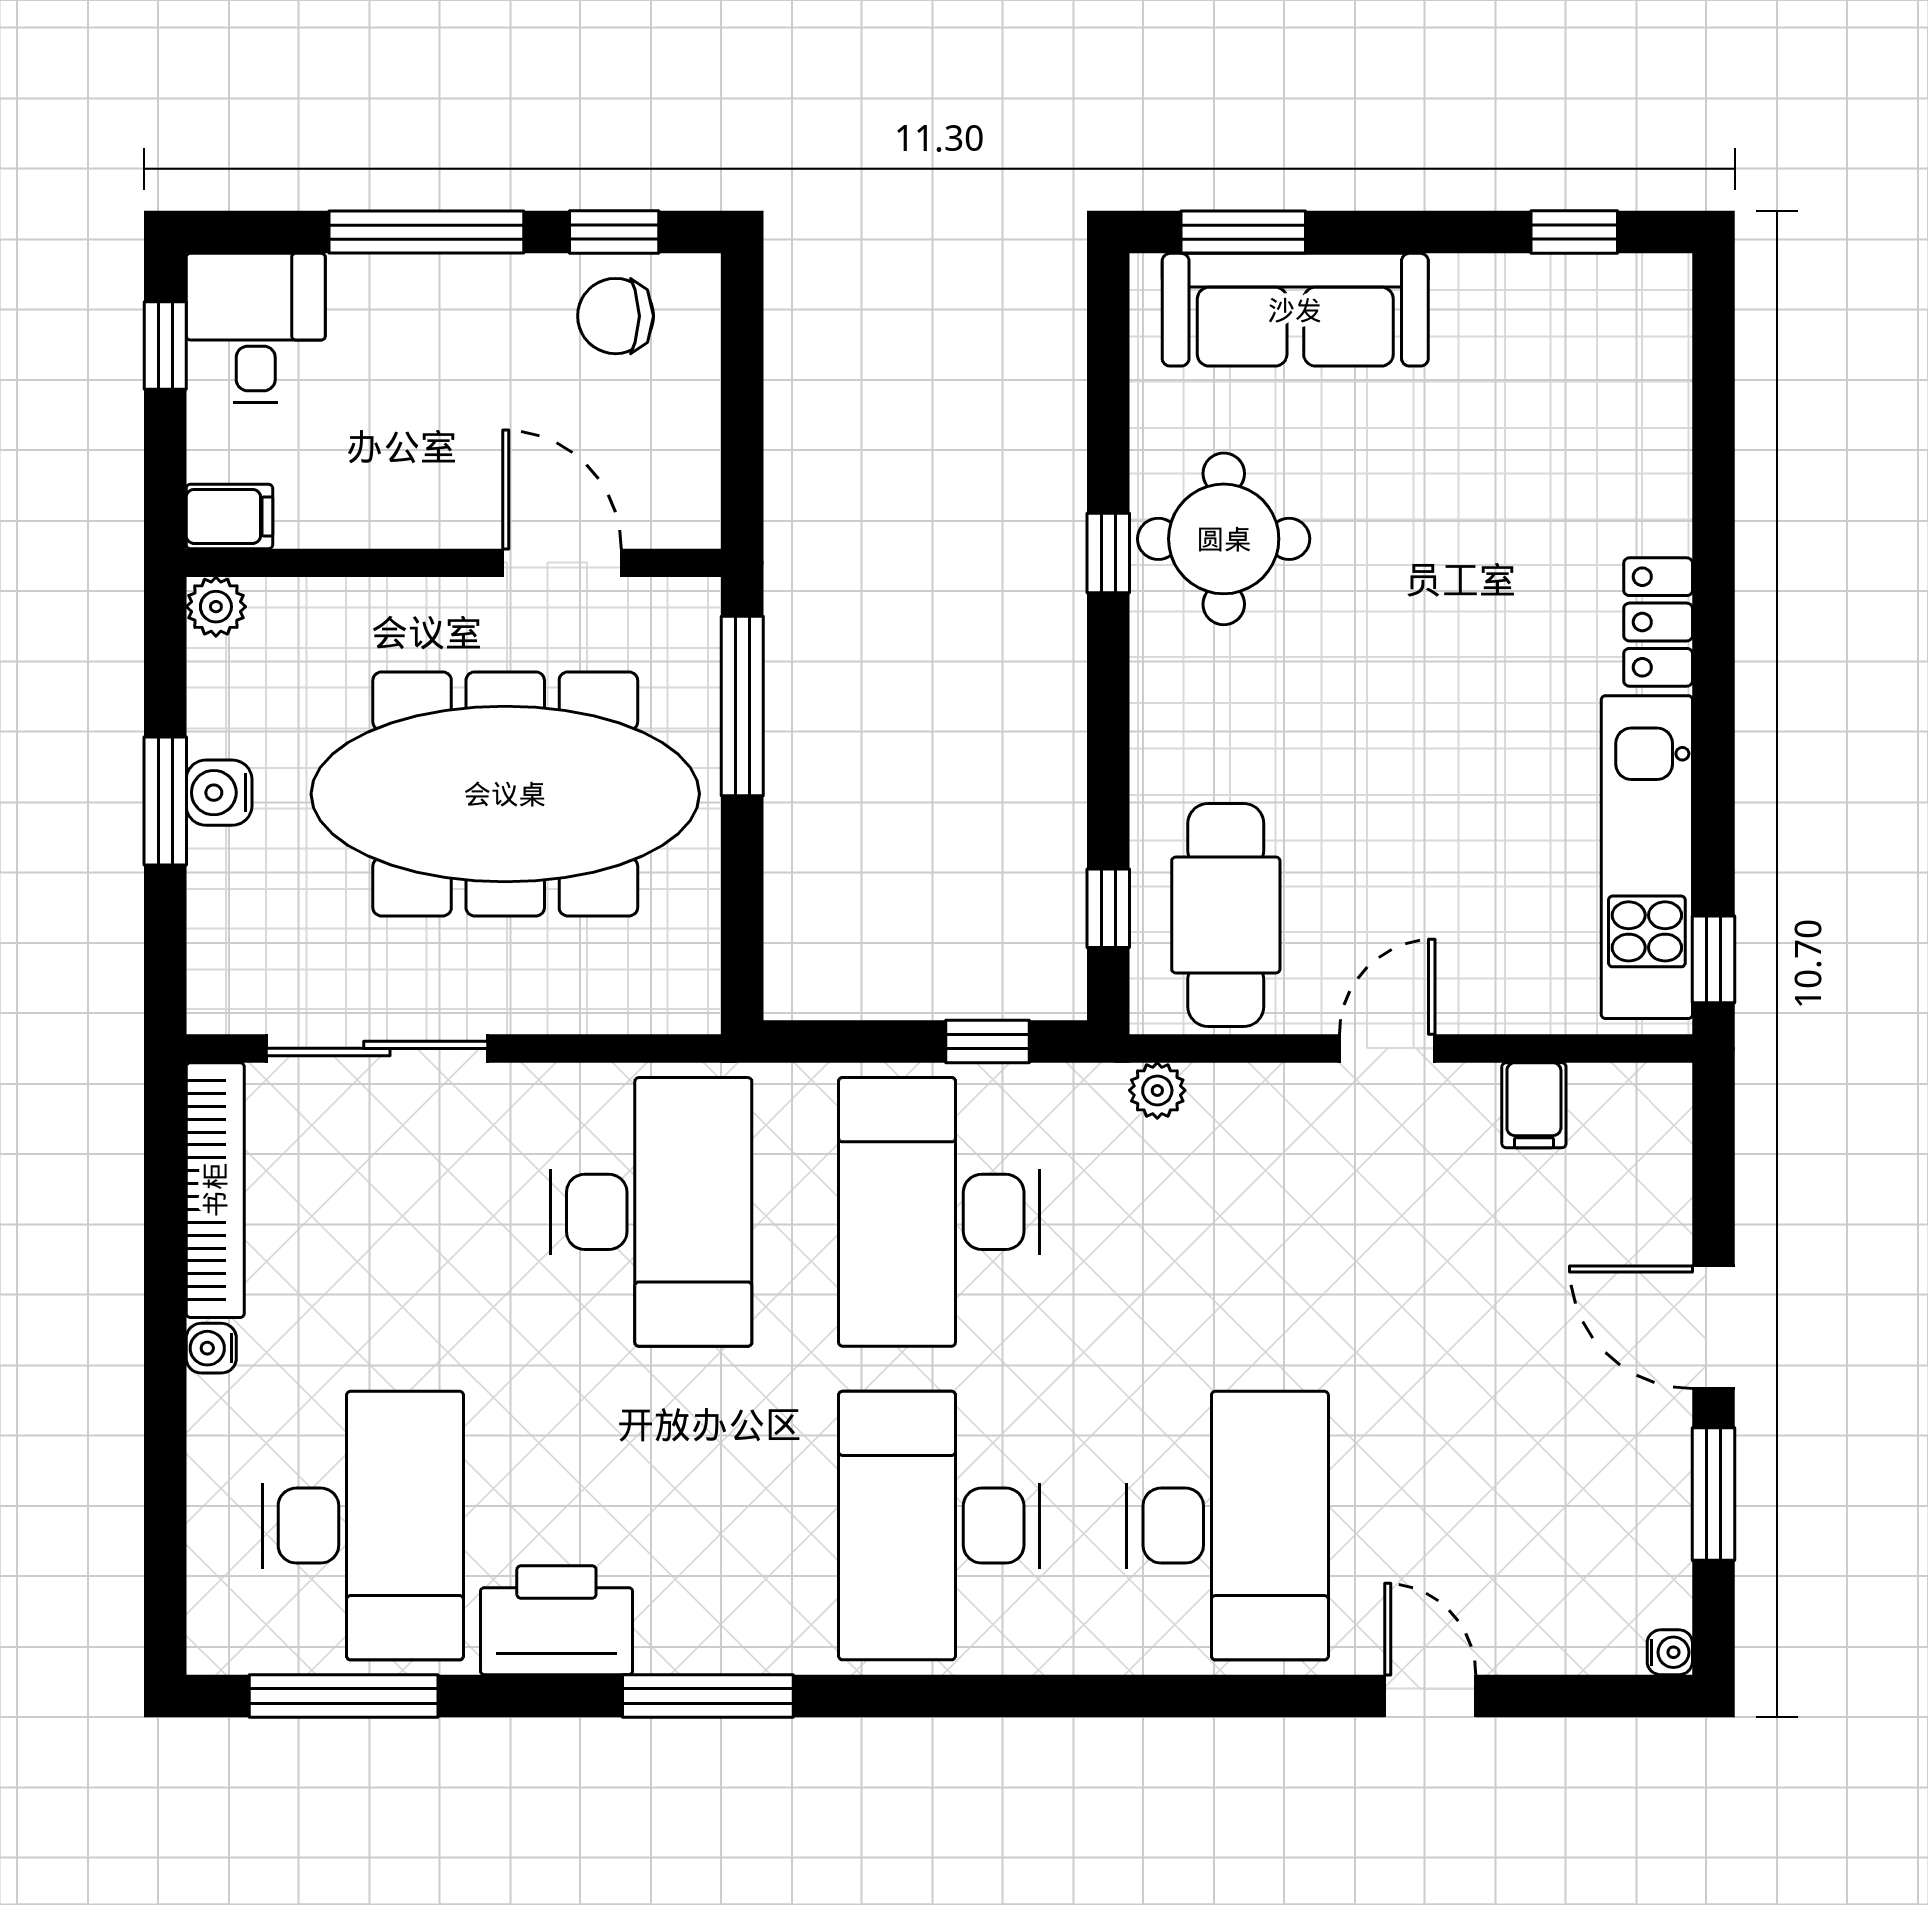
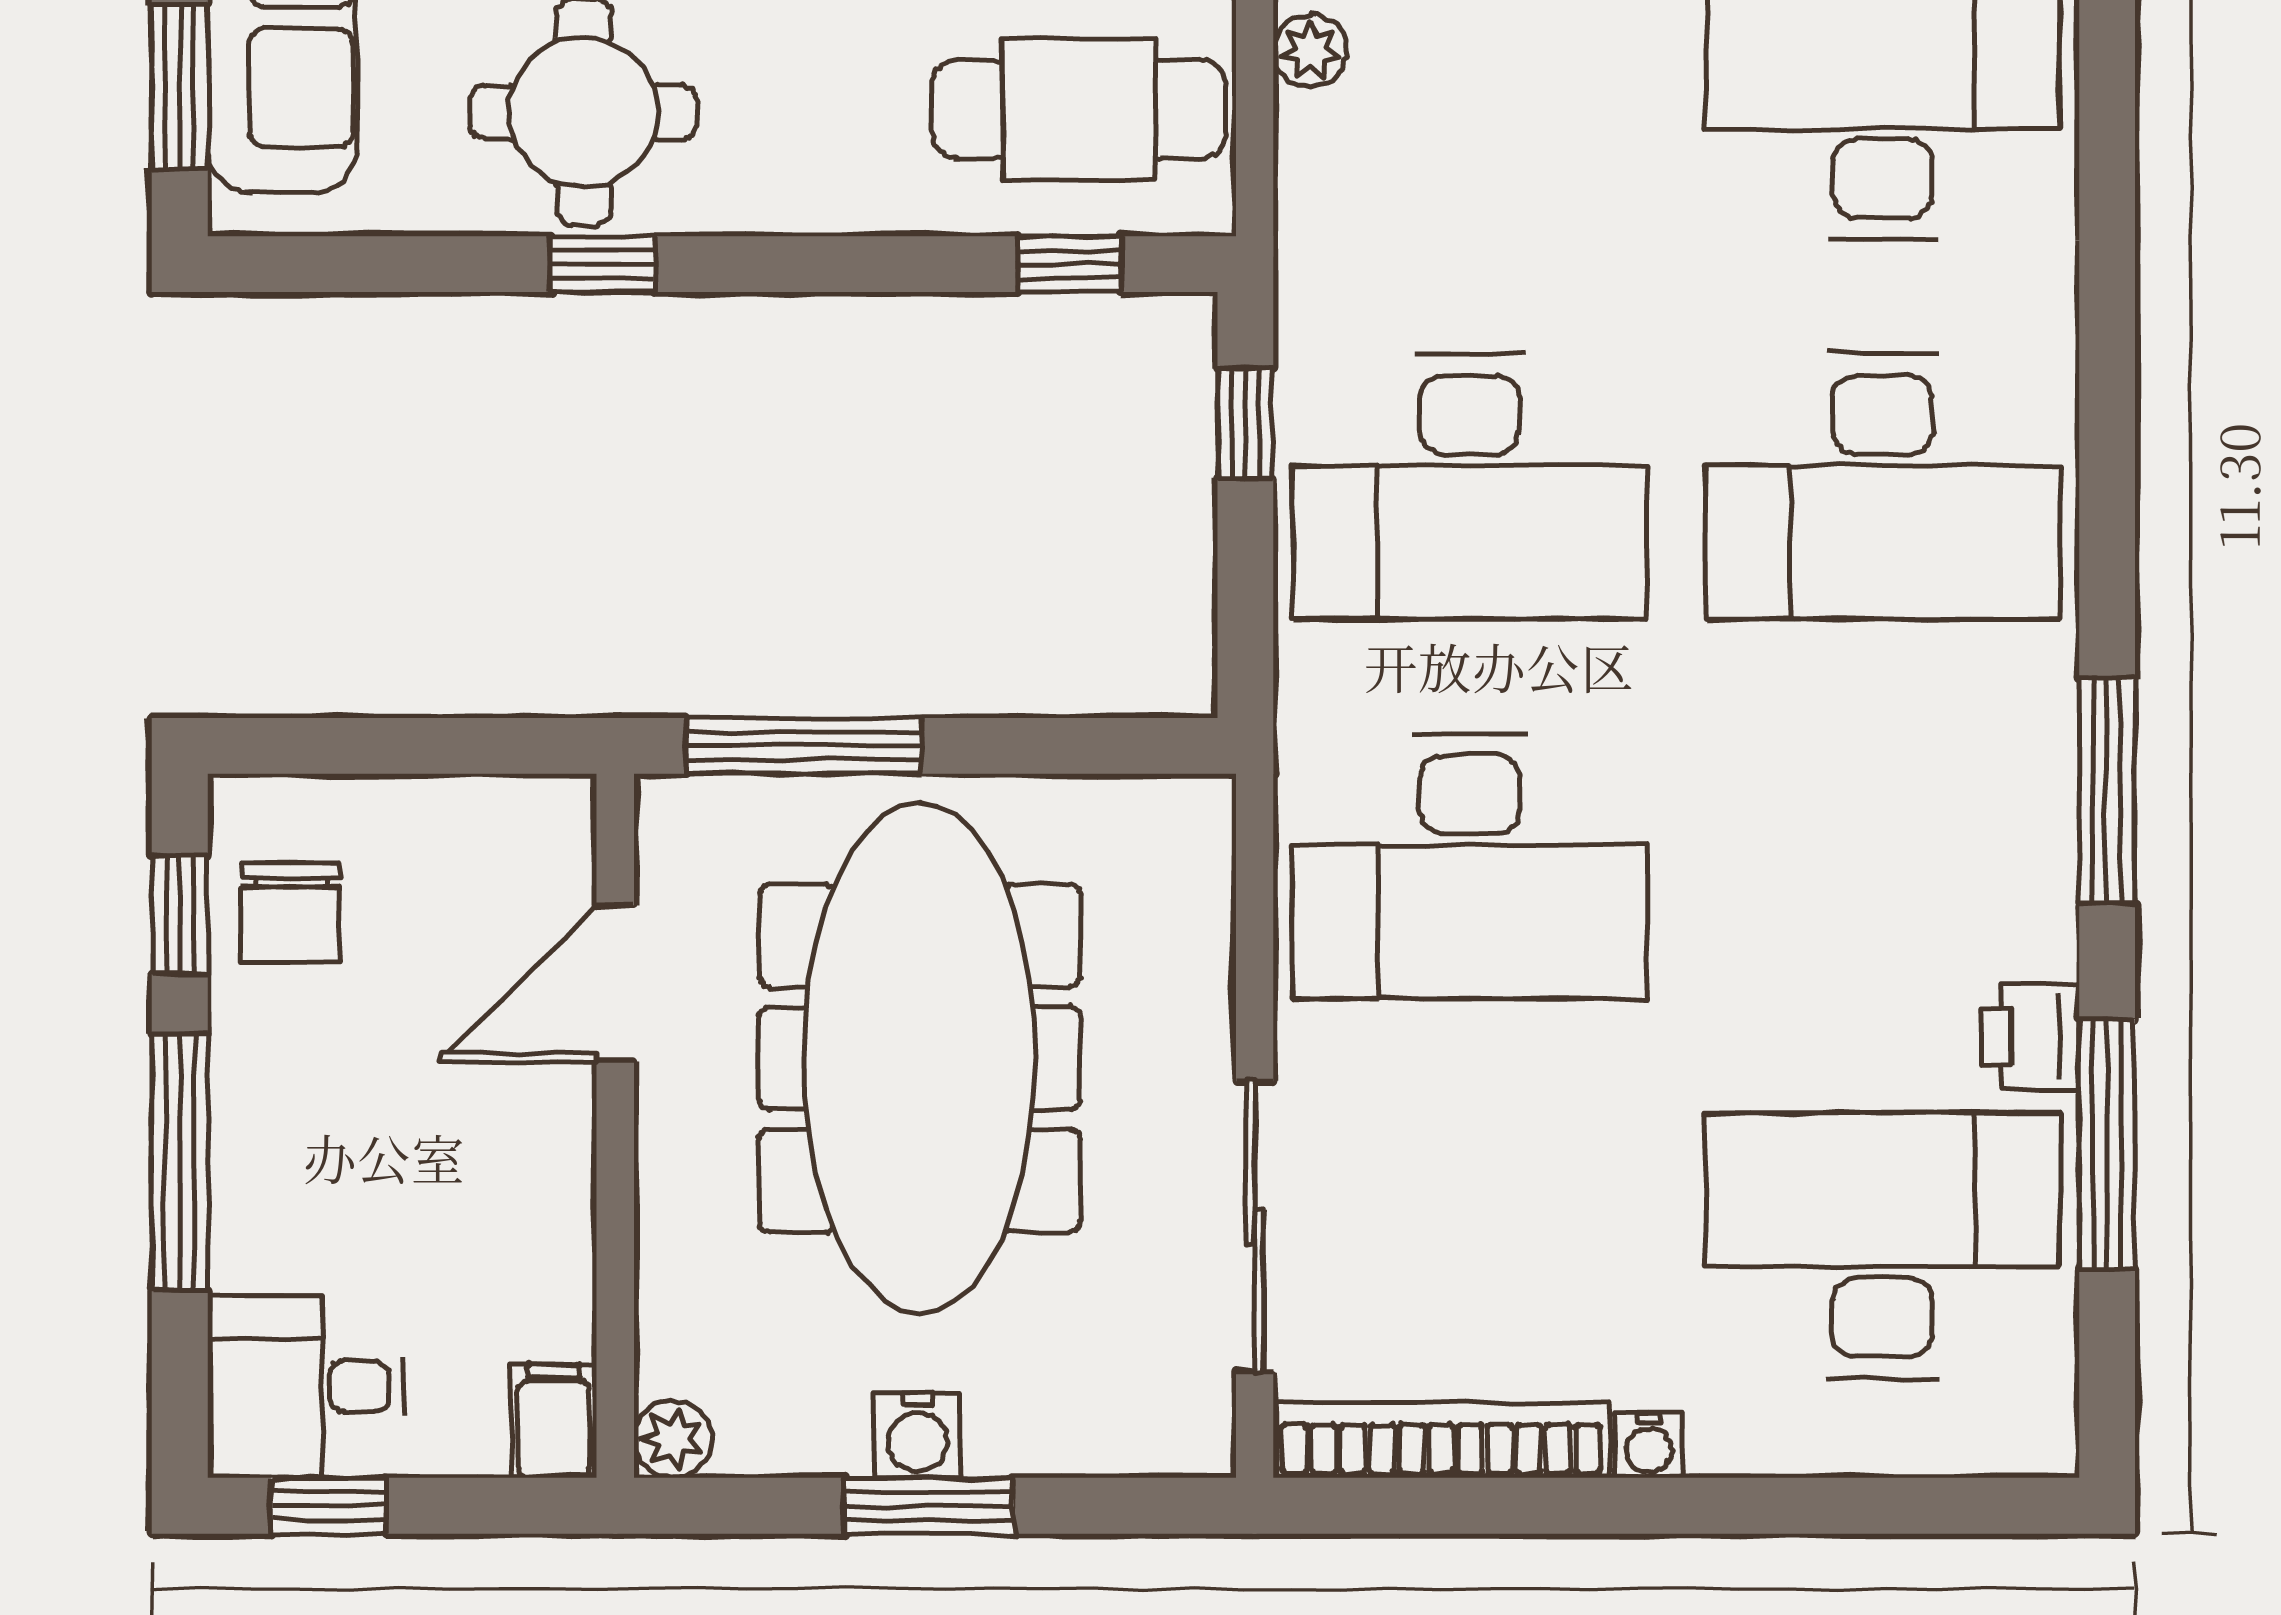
plant: (1157, 1090) -> (1310, 51), moved
desk: (651, 1212) -> (1470, 866), turned 180
printer: (556, 1620) -> (2031, 1037), width x0.53, depth x0.68
window: (344, 1696) -> (2107, 1144), moved

